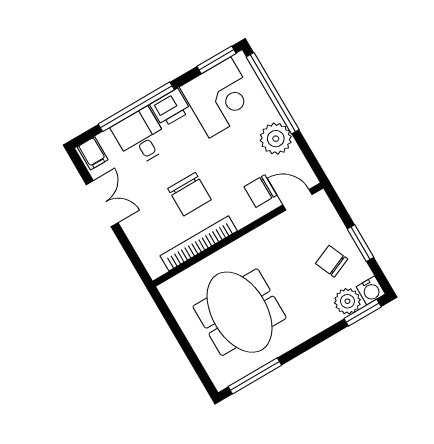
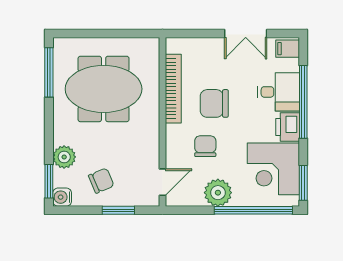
chair: (260, 191) -> (205, 146), moved
window: (361, 243) -> (118, 210), moved
plant: (347, 301) -> (64, 157), moved

